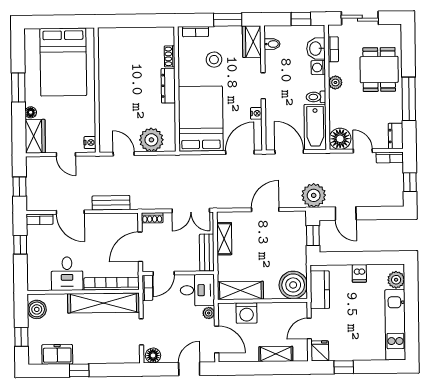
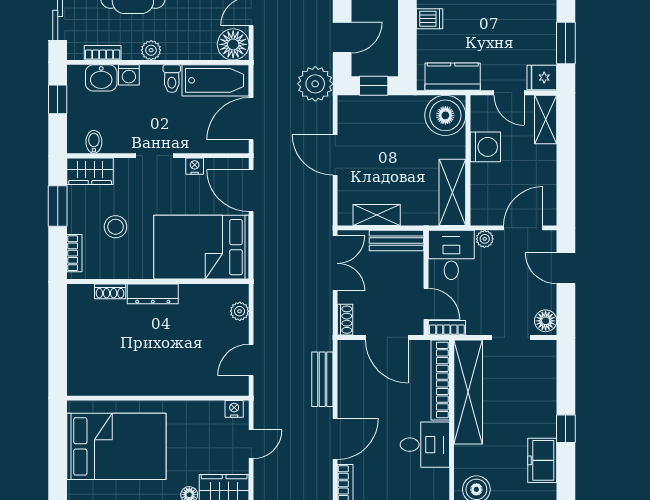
plant: (151, 140) -> (240, 311), width x0.53, depth x0.53
washing machine: (247, 313) -> (485, 147), moved
shelving: (276, 354) -> (546, 119), moved
window: (344, 367) -> (566, 43), width x1.50

